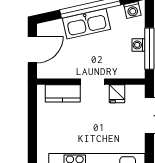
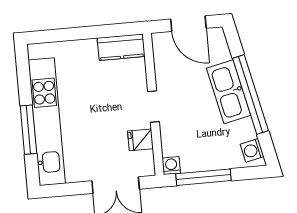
washing machine: (138, 45) -> (171, 166), moved
kitchen counter: (63, 93) -> (121, 47), moved, turned -90

